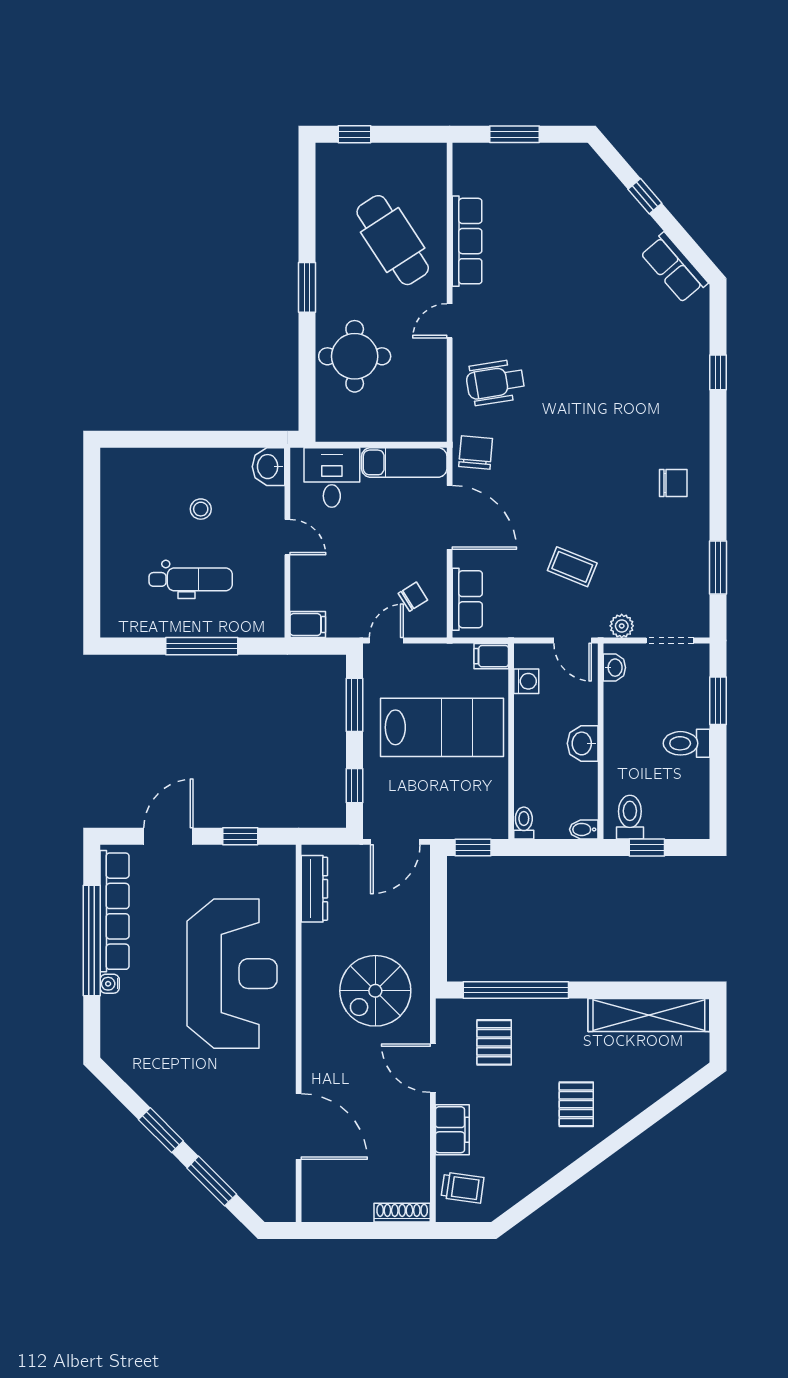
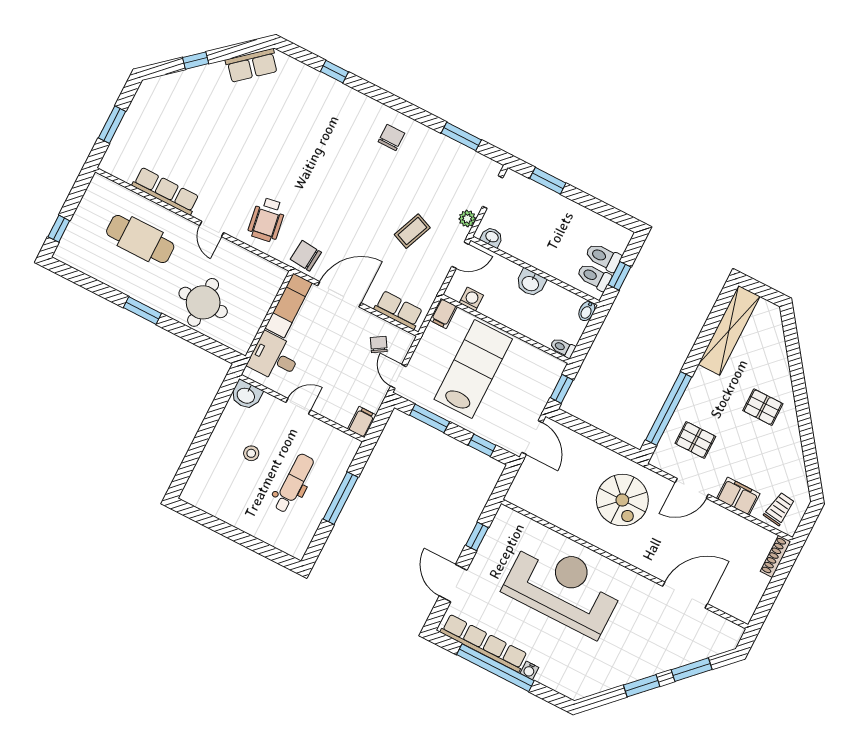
cafe table: (393, 240) -> (140, 239), turned 33
toilet: (687, 743) -> (603, 257), moved, turned 90
dresser: (314, 889) -> (536, 506), removed

